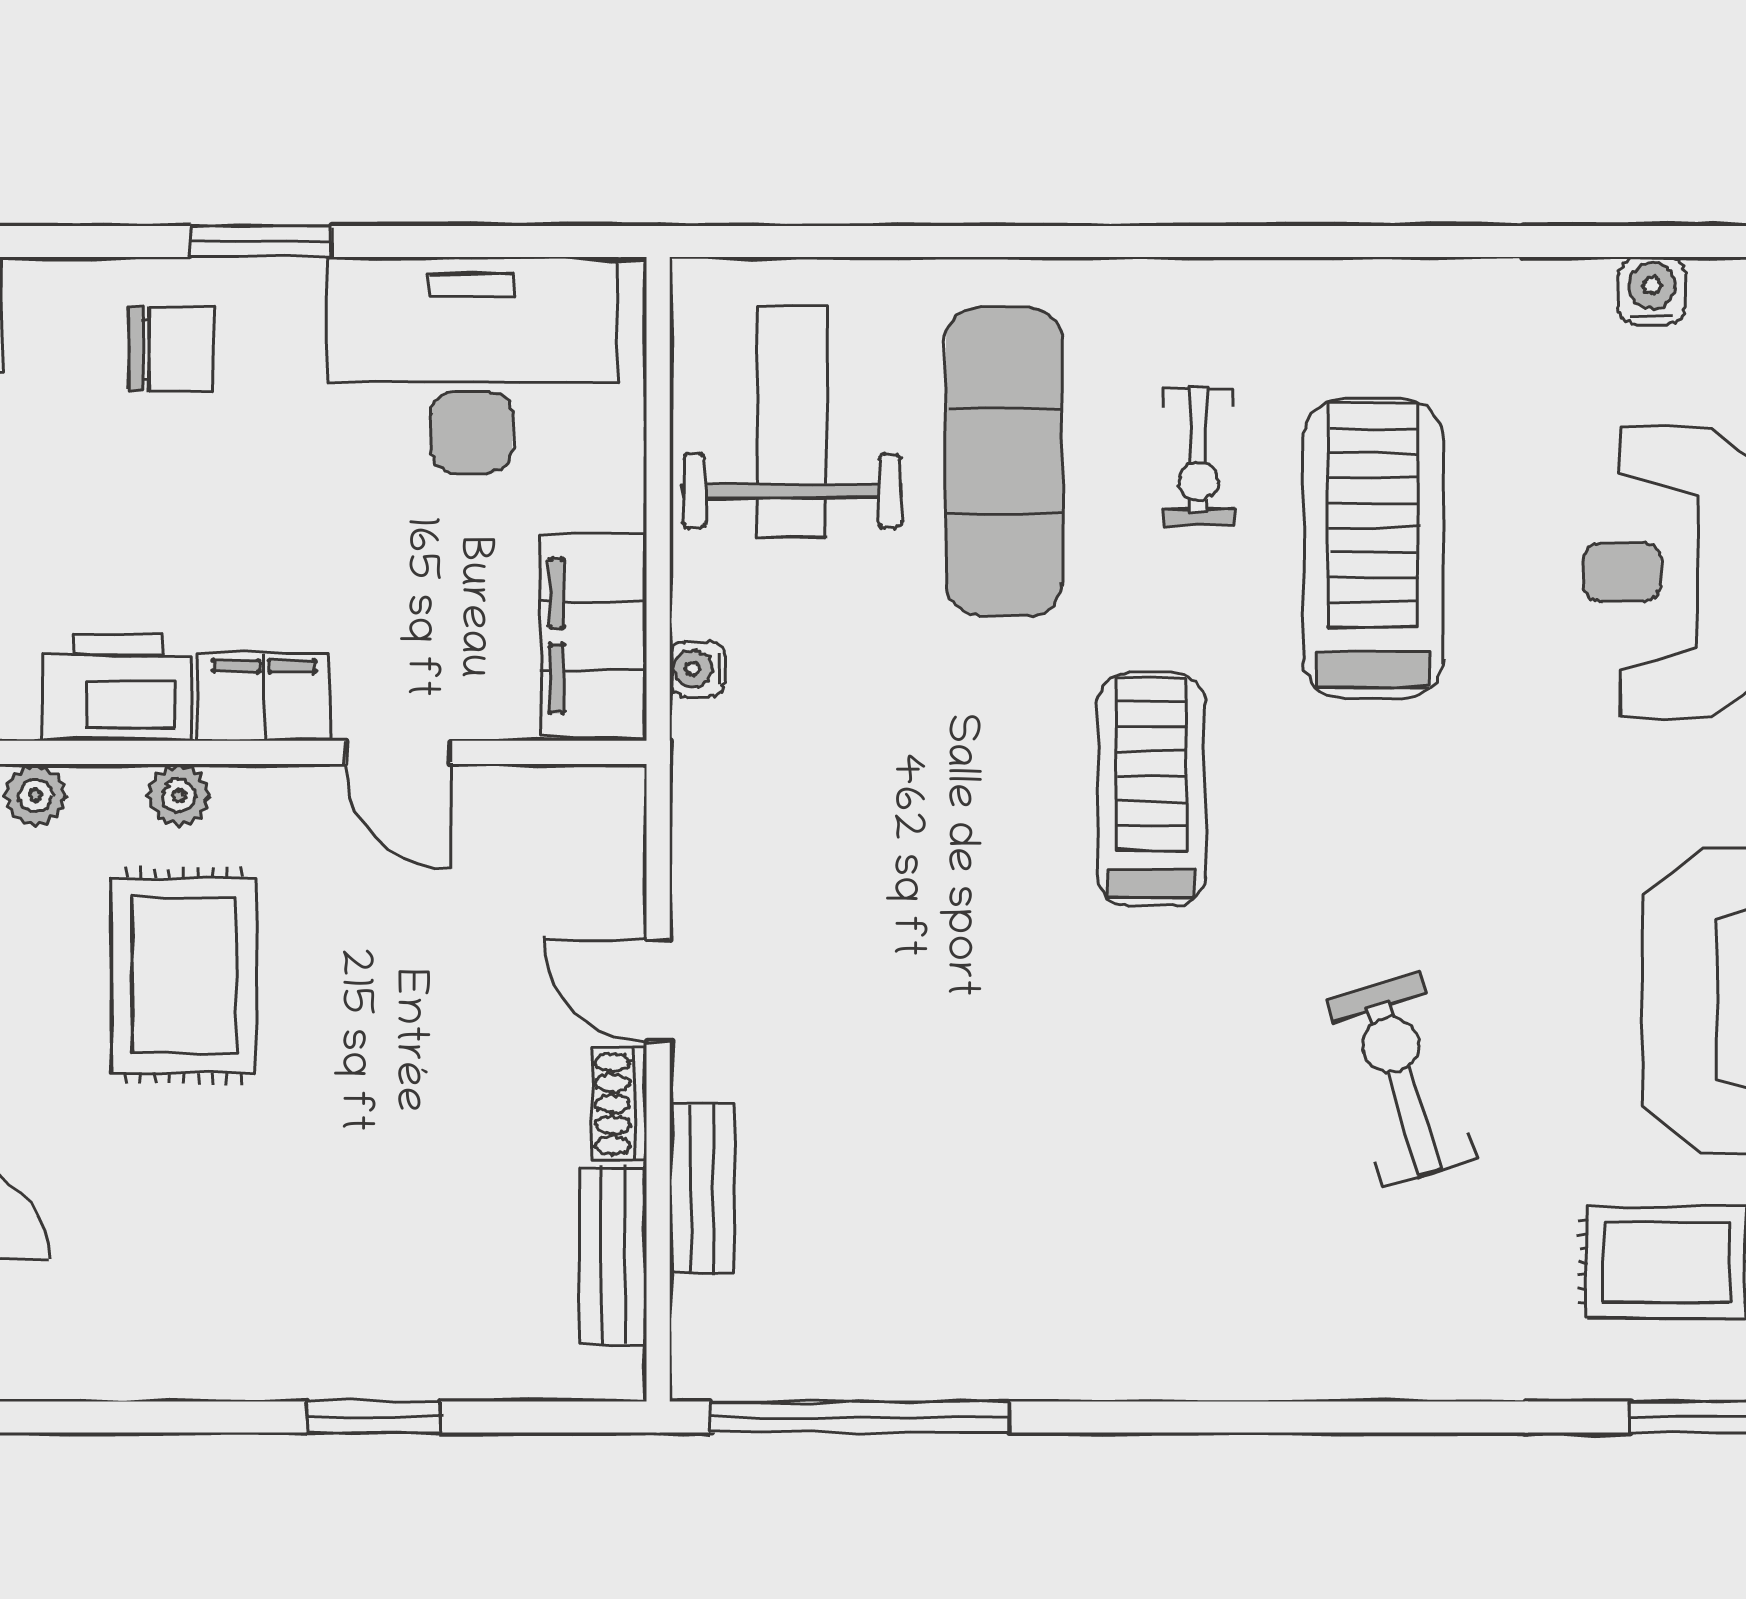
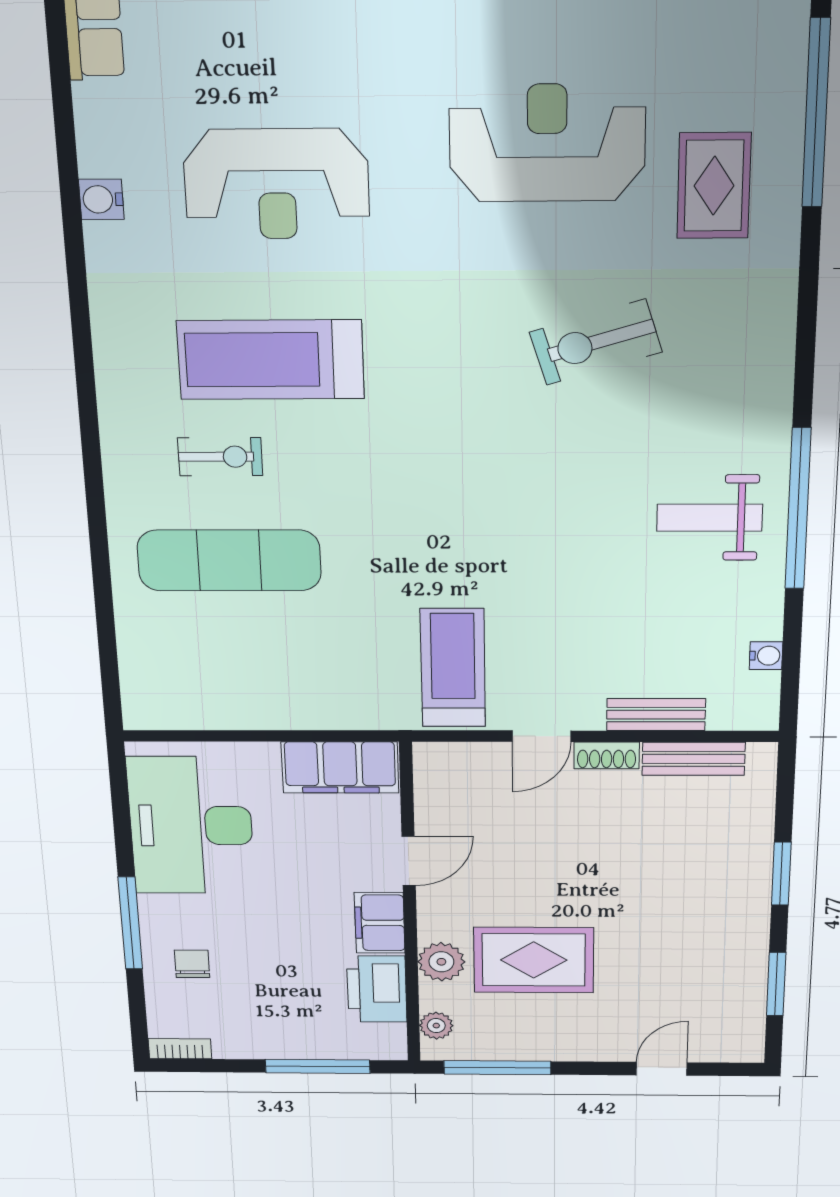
window: (261, 241) -> (130, 923), width x1.44
chair: (171, 349) -> (192, 964), width x0.73, depth x0.73
weight bench: (792, 421) -> (710, 518), moved, width x0.73, depth x0.75
water cooler: (697, 669) -> (766, 656), moved, turned -90
treadmill: (1151, 789) -> (453, 668), moved, turned 90
plant: (179, 795) -> (441, 962), width x1.38, depth x1.38
window: (133, 1417) -> (776, 984), added
window: (860, 1417) -> (798, 509), moved

